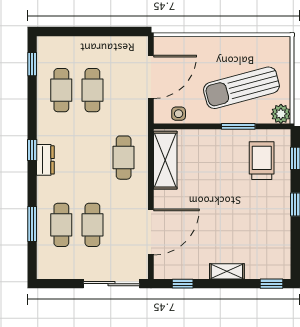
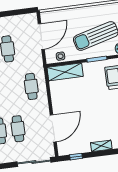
shelving: (165, 160) -> (65, 72), moved, turned 90

